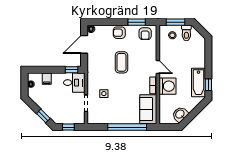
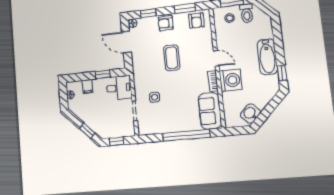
window: (105, 22) -> (148, 13), added
door: (84, 44) -> (126, 42), hinge flipped
window: (72, 70) -> (103, 74), moved
bathtub: (199, 82) -> (267, 57), moved

